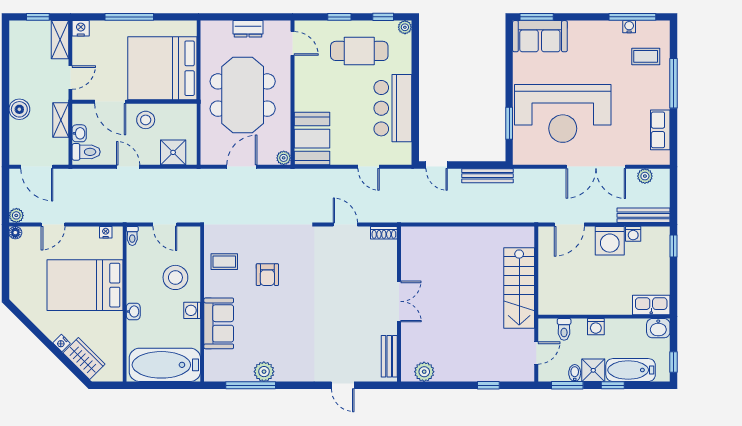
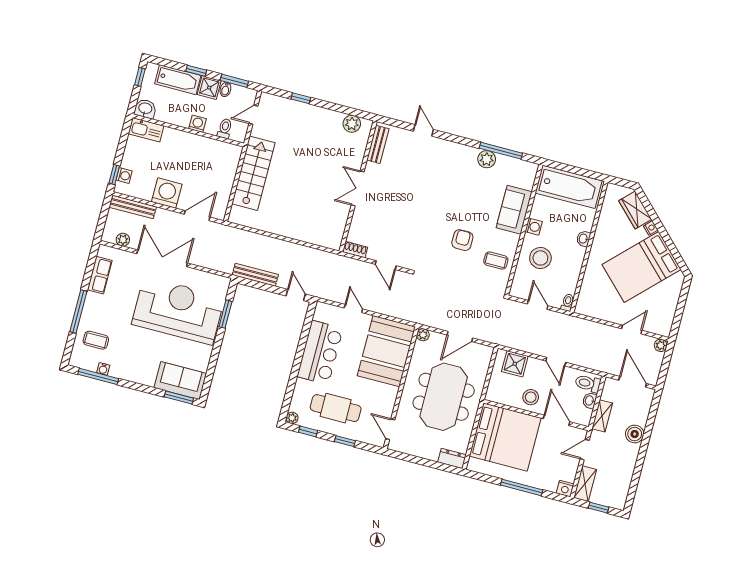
dresser: (248, 29) -> (452, 458), moved
booth: (312, 139) -> (386, 351), width x1.36, depth x1.42
nightstand: (106, 232) -> (589, 312), removed
floor lamp: (15, 233) -> (665, 331), removed
washing machine: (633, 234) -> (124, 176), moved, turned 90
bed: (85, 285) -> (642, 267), moved, turned 135

